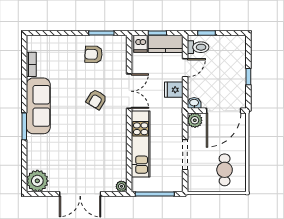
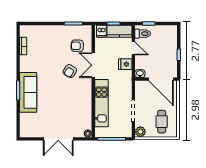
armchair: (94, 54) -> (77, 46), moved
door: (185, 68) -> (133, 48), hinge flipped
double door: (129, 91) -> (93, 65), swing flipped
sofa: (38, 106) -> (28, 92), moved
door: (224, 111) -> (161, 79), hinge flipped
plant: (195, 120) -> (140, 132), moved
plant: (37, 181) -> (27, 129), removed

